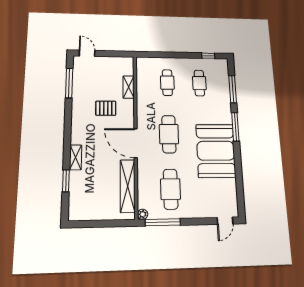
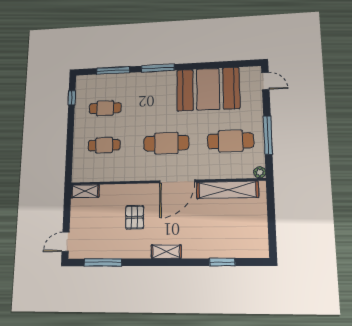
shelving: (129, 87) -> (85, 191), moved
booth: (216, 151) -> (208, 89), moved
shelving: (76, 157) -> (166, 252), moved
window: (163, 222) -> (268, 135), moved

